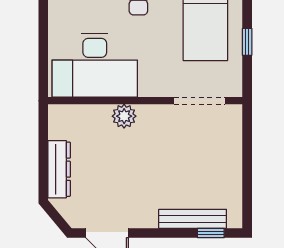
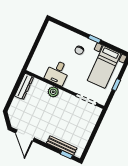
desk: (95, 65) -> (57, 73), width x0.53, depth x0.77
dresser: (59, 169) -> (24, 86), moved

